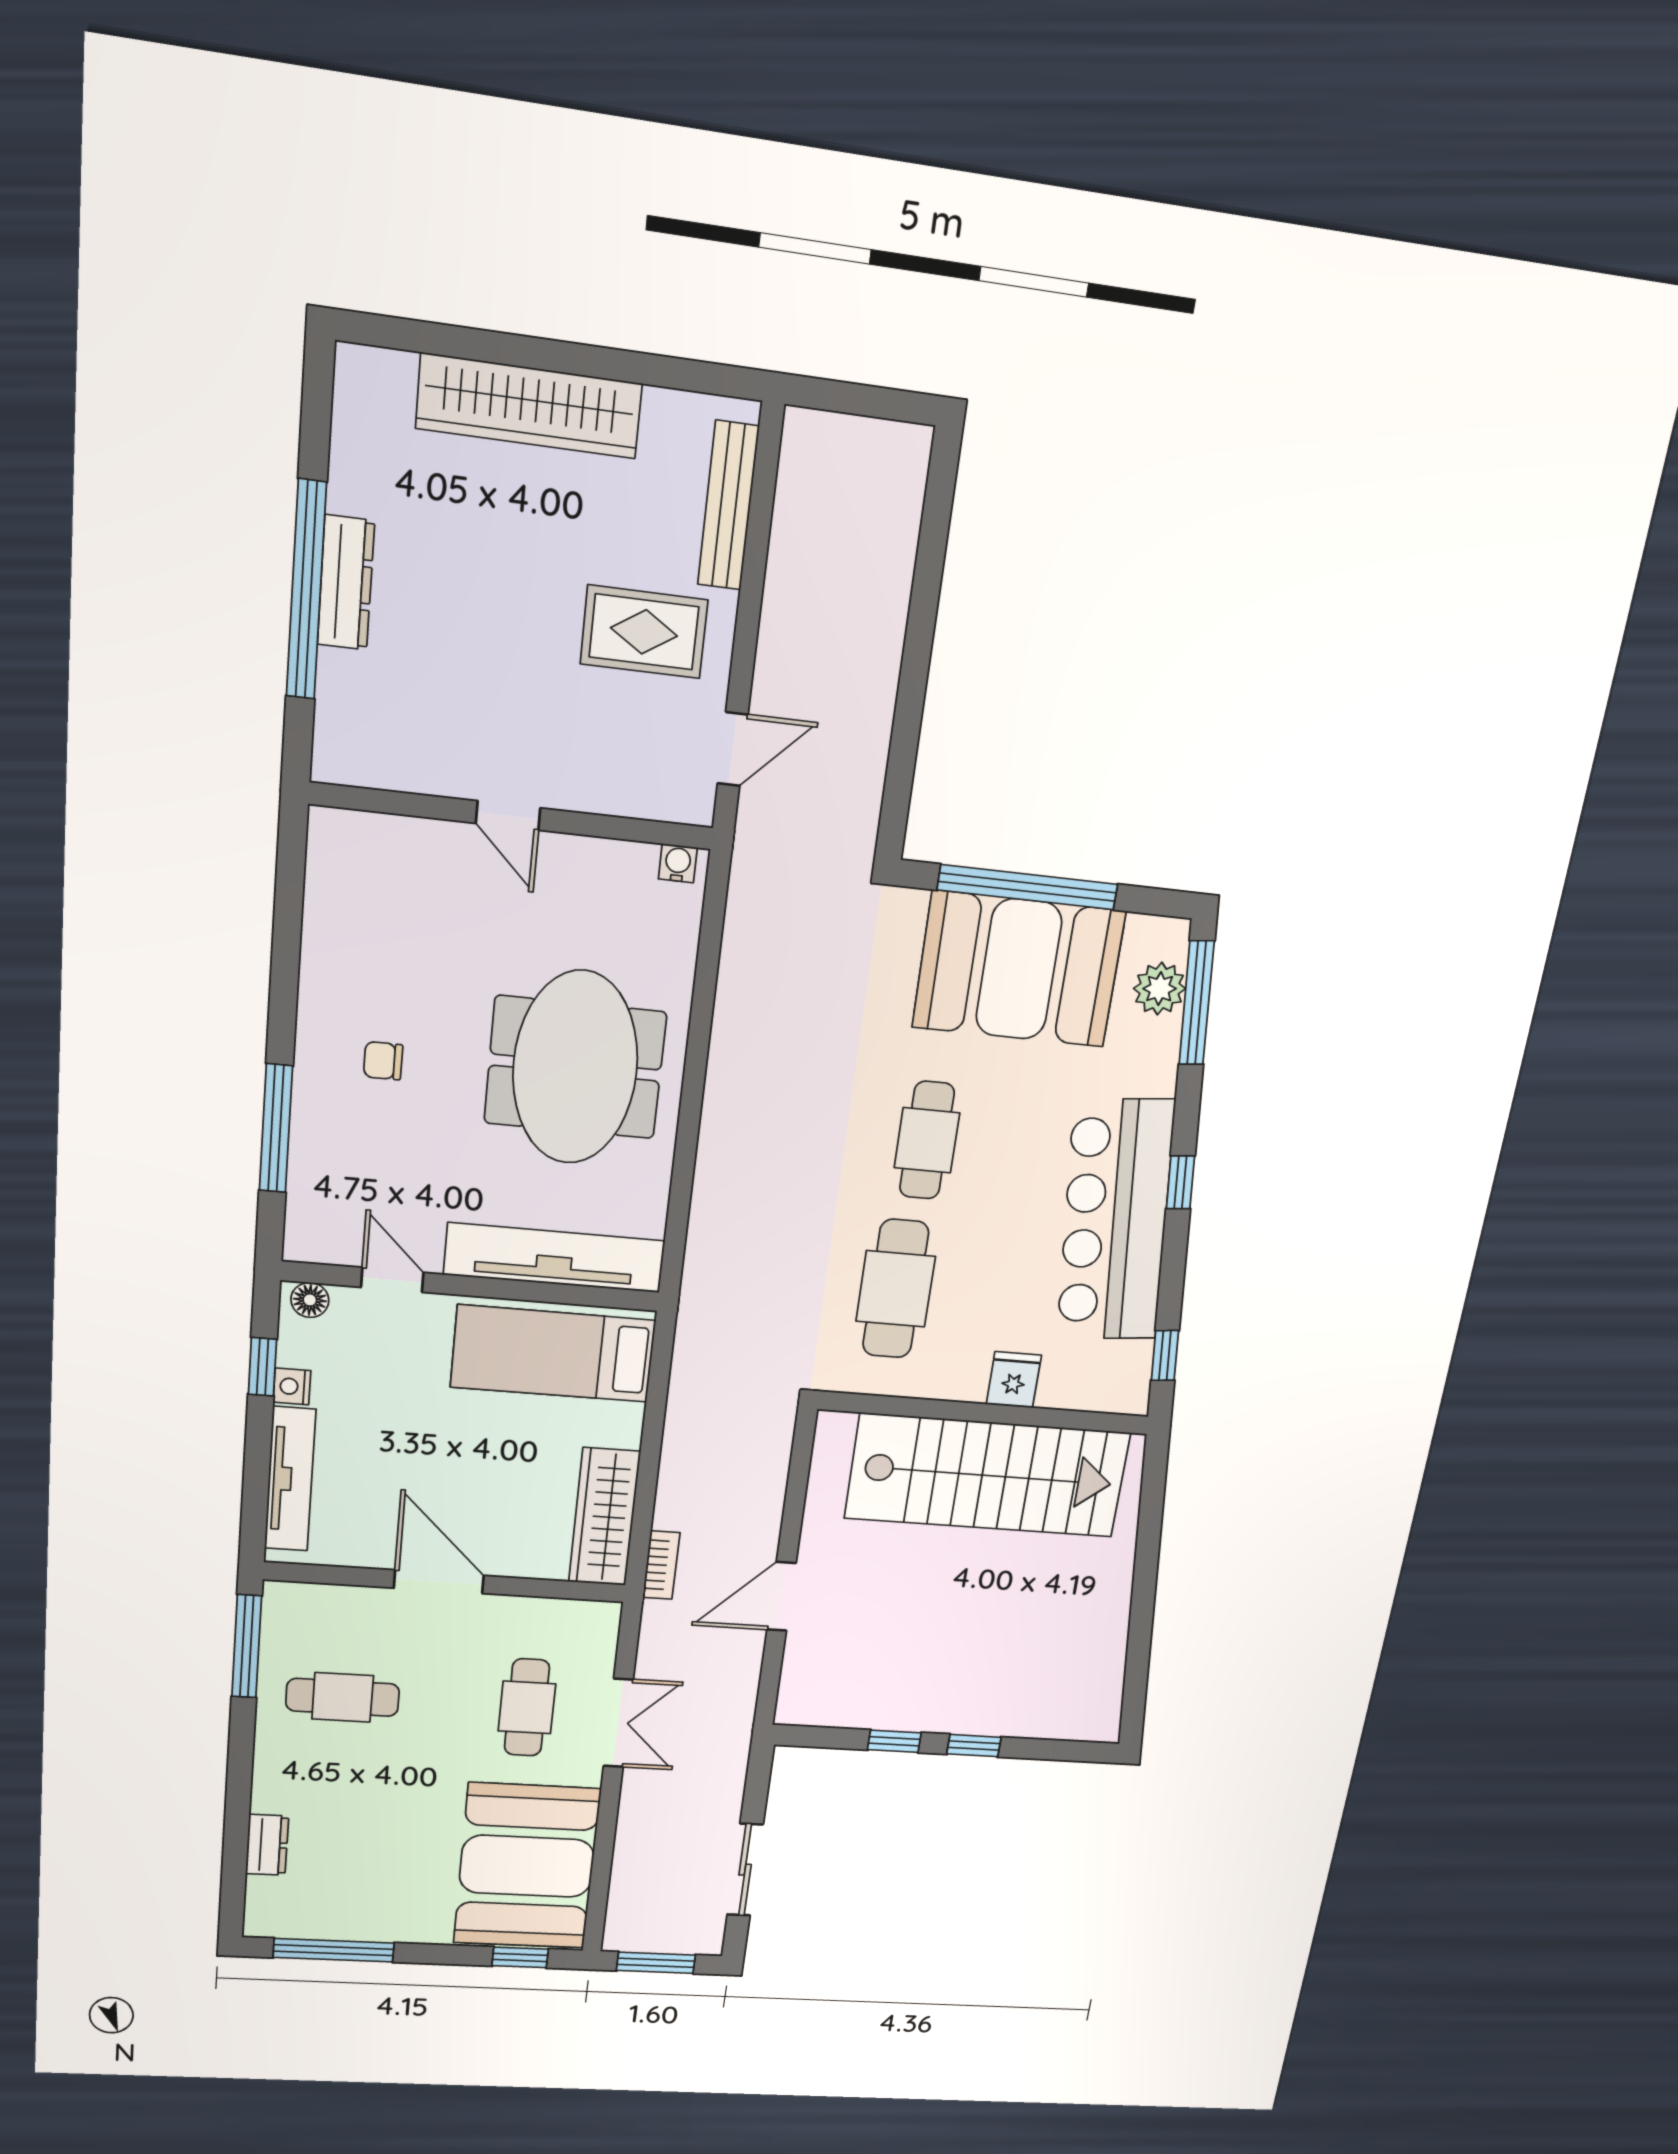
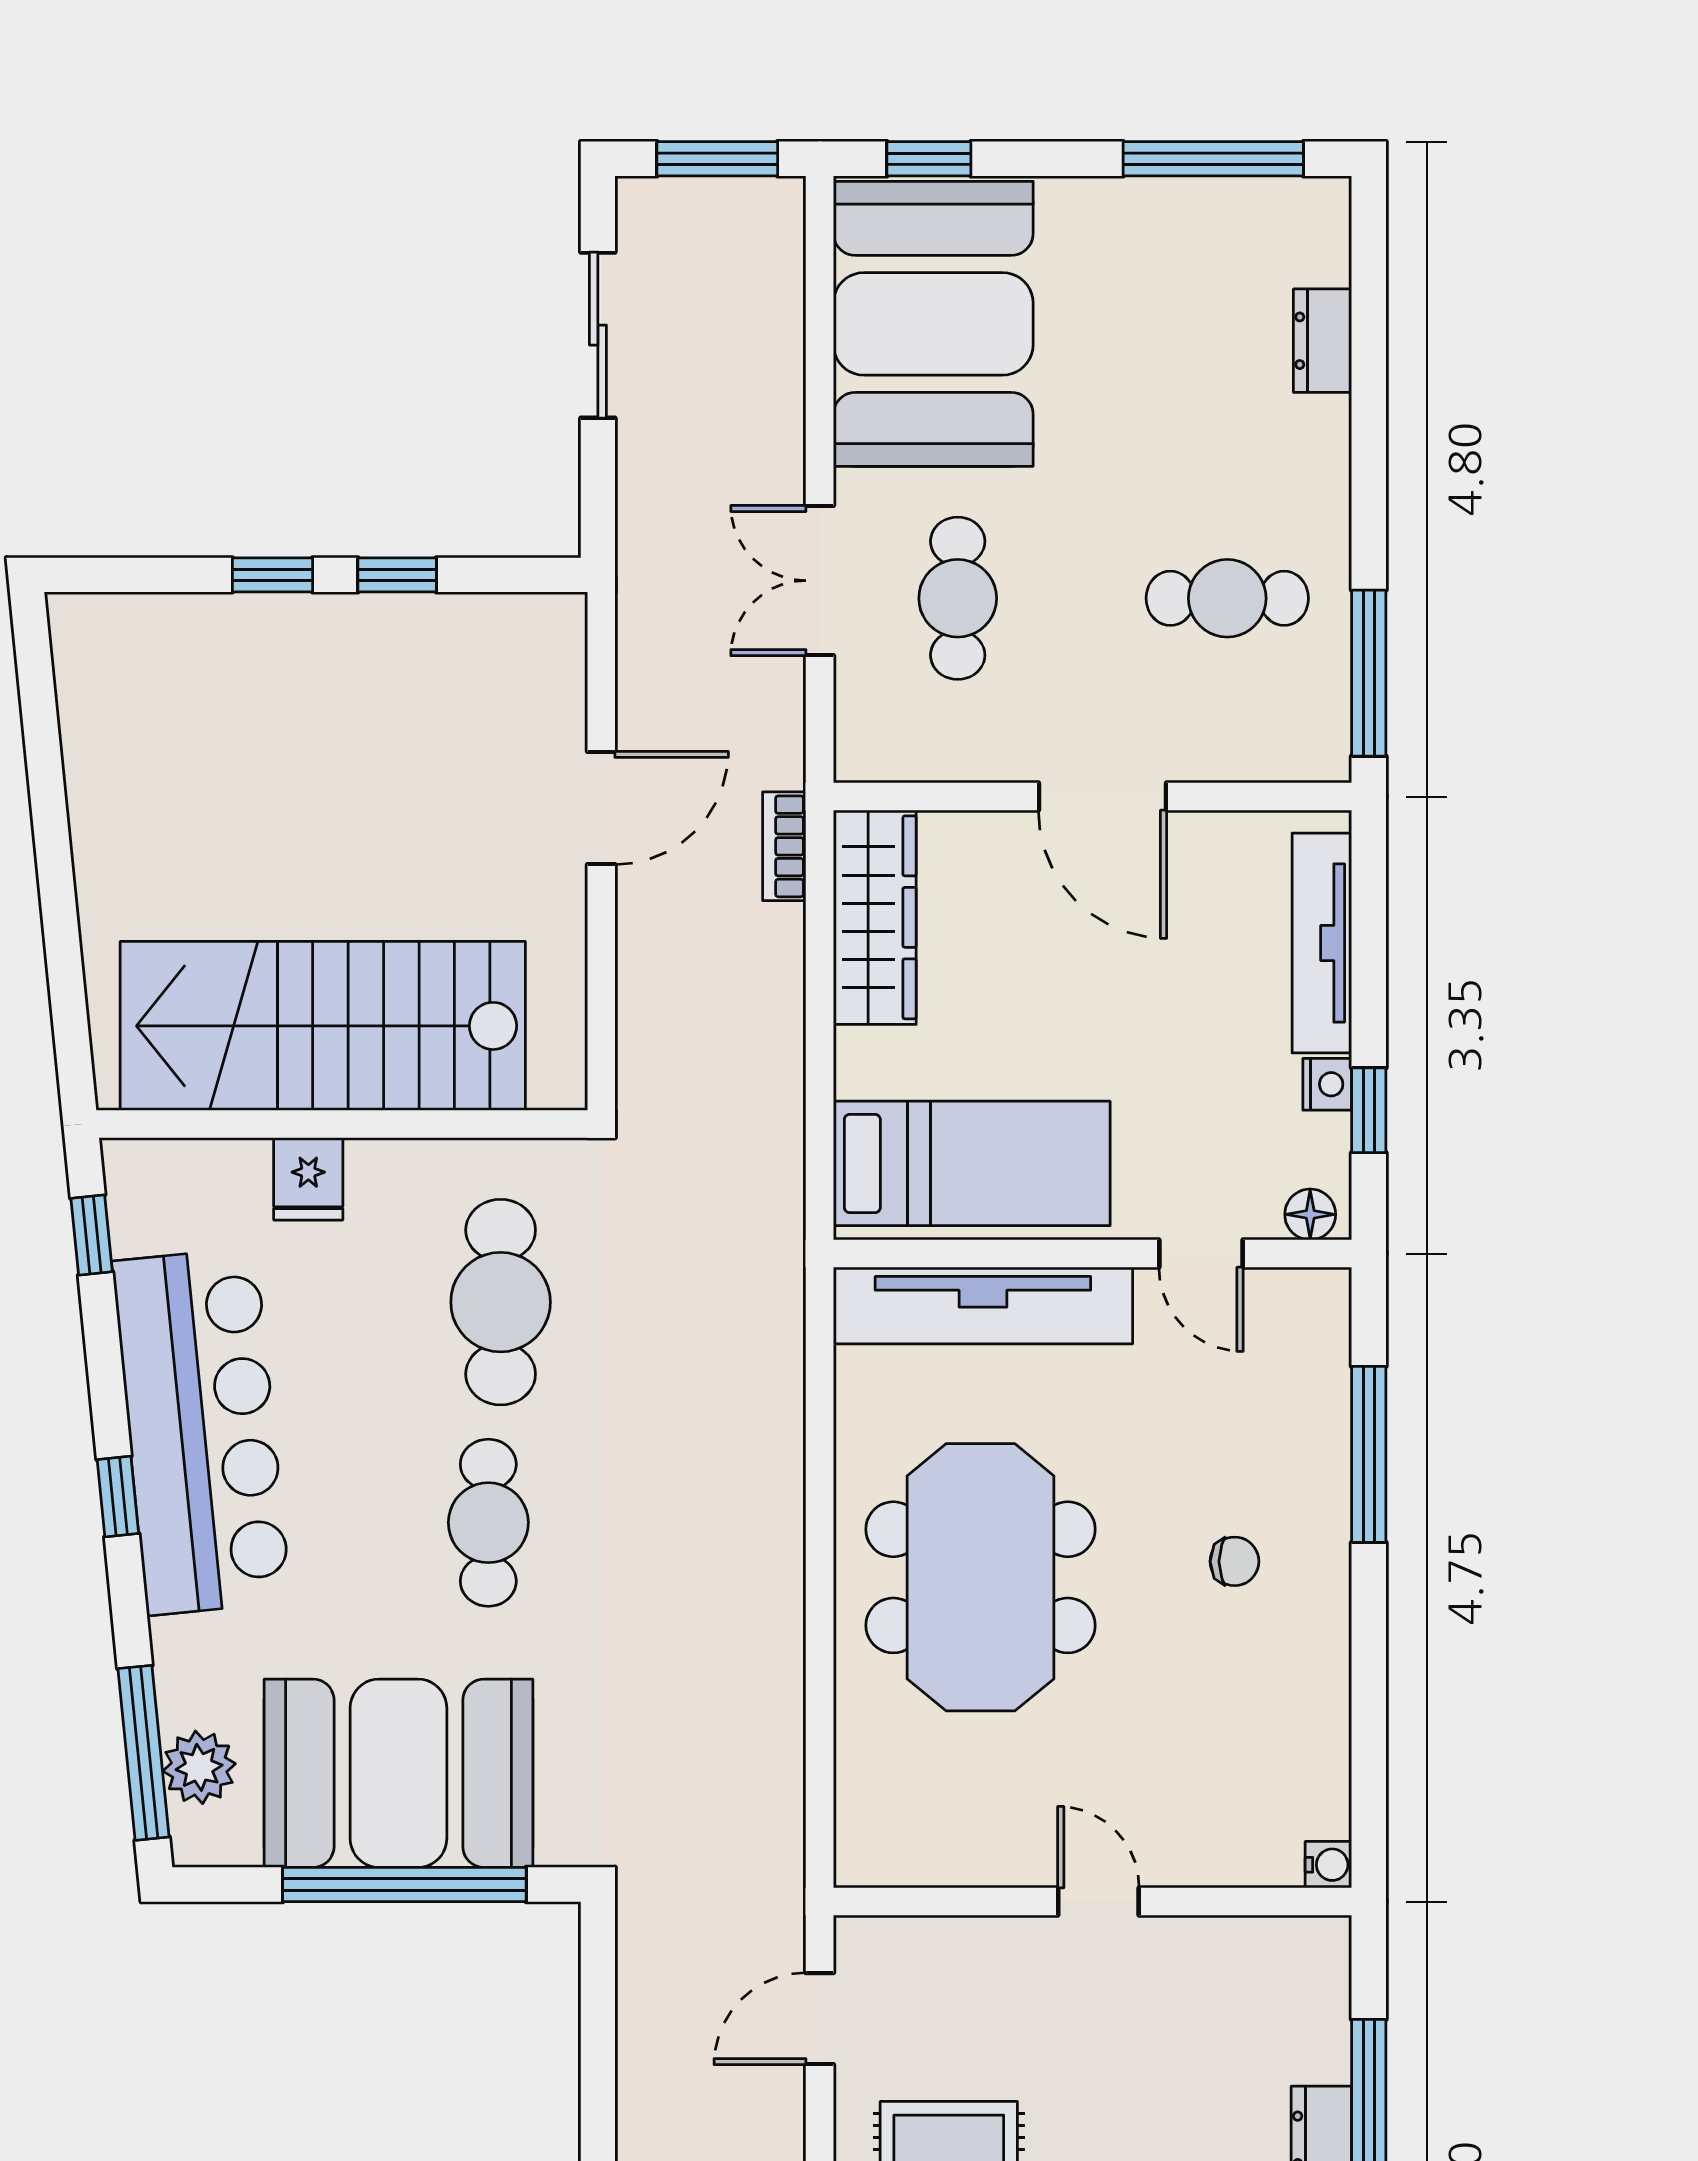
water cooler: (678, 863) -> (1328, 1865), moved, turned -90

